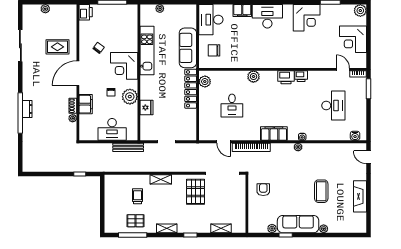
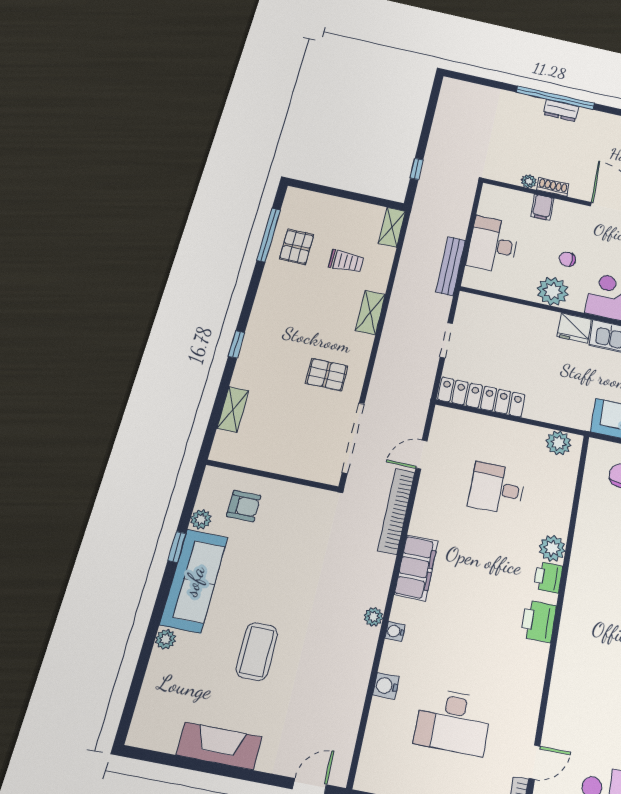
printer: (301, 76) -> (548, 577), moved
locker: (191, 89) -> (481, 397), moved
filing cabinet: (86, 104) -> (542, 207), width x0.50
fridge: (146, 108) -> (574, 328), moved
water cooler: (355, 136) -> (386, 686), moved
armchair: (263, 190) -> (244, 506), moved
coffee table: (321, 191) -> (257, 651), turned 90
pallet: (196, 192) -> (327, 375), width x0.67, depth x0.71
shelving: (167, 228) -> (392, 227), moved

